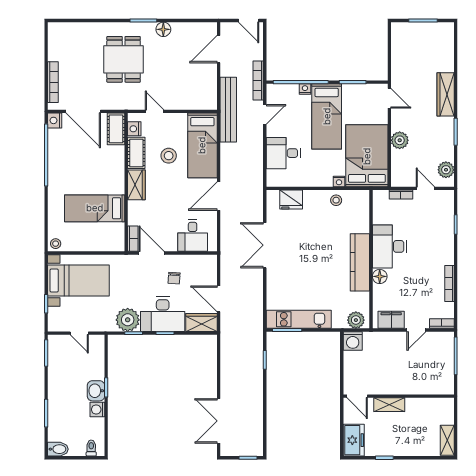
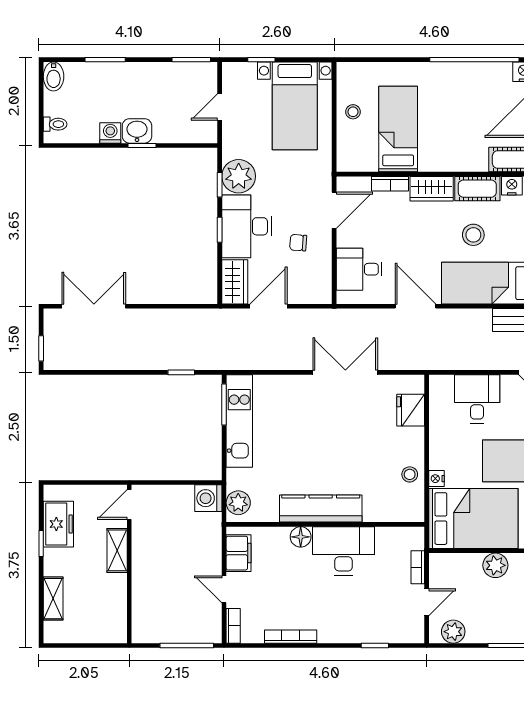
bookcase: (133, 239) -> (390, 184), moved
stool: (56, 244) -> (353, 112), moved
freezer: (354, 440) -> (58, 524), moved, turned -90
shelving: (447, 440) -> (53, 599), moved, turned 90

